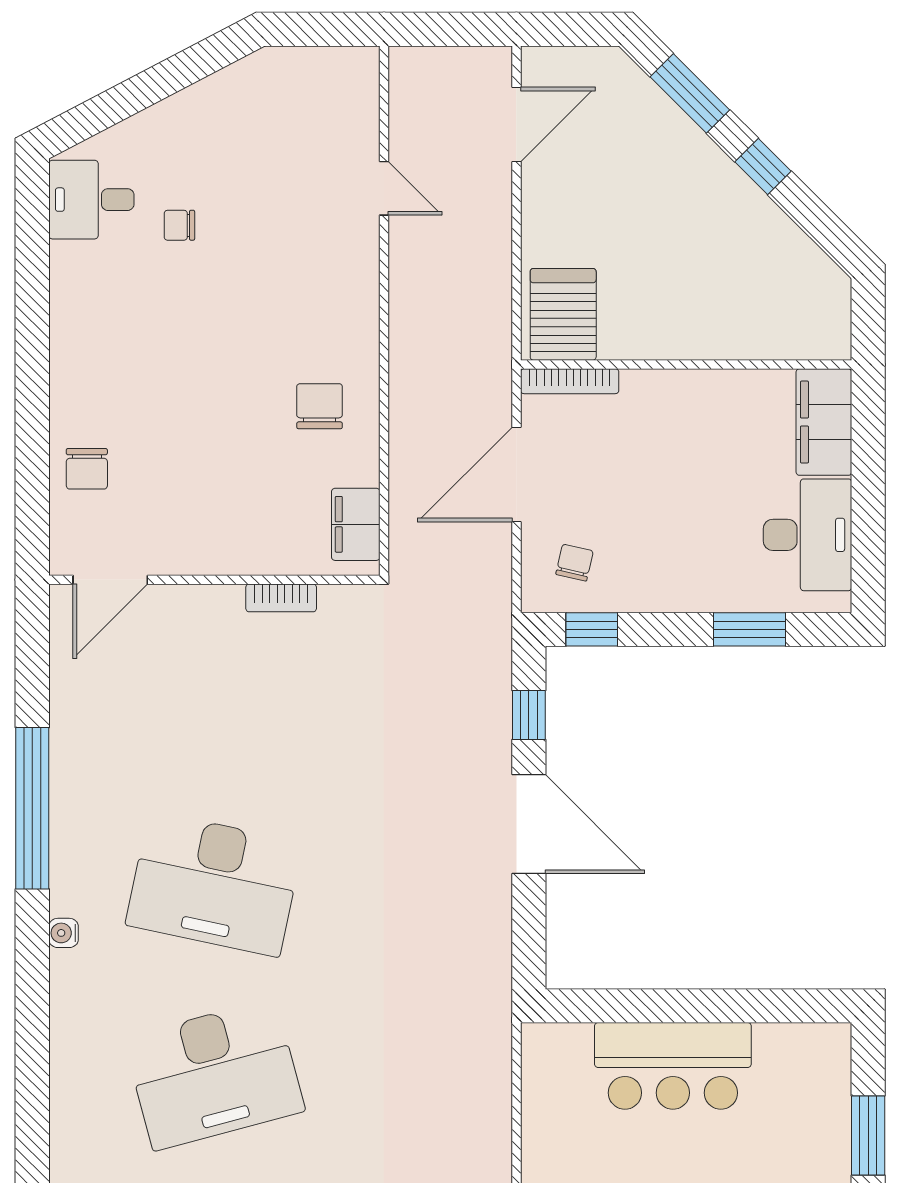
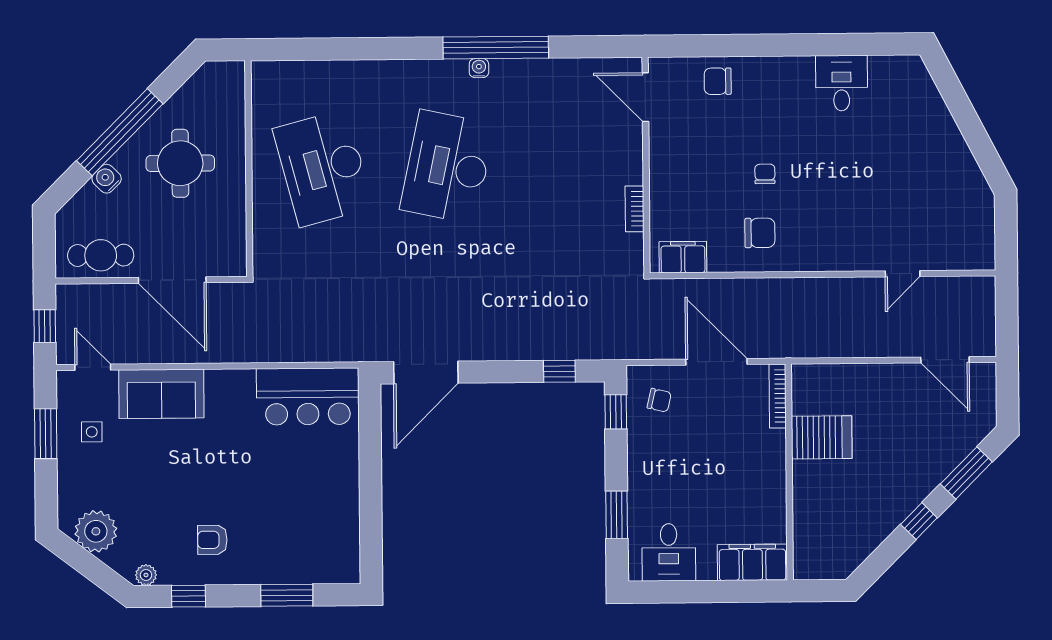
desk: (91, 200) -> (842, 83), moved
chair: (179, 225) -> (765, 174), moved
server rack: (563, 314) -> (822, 437), moved
desk: (808, 535) -> (669, 552), width x0.73
door: (529, 824) -> (426, 372), moved
water cooler: (64, 933) -> (479, 68), moved
bar counter: (673, 1066) -> (308, 396), moved, turned -90

